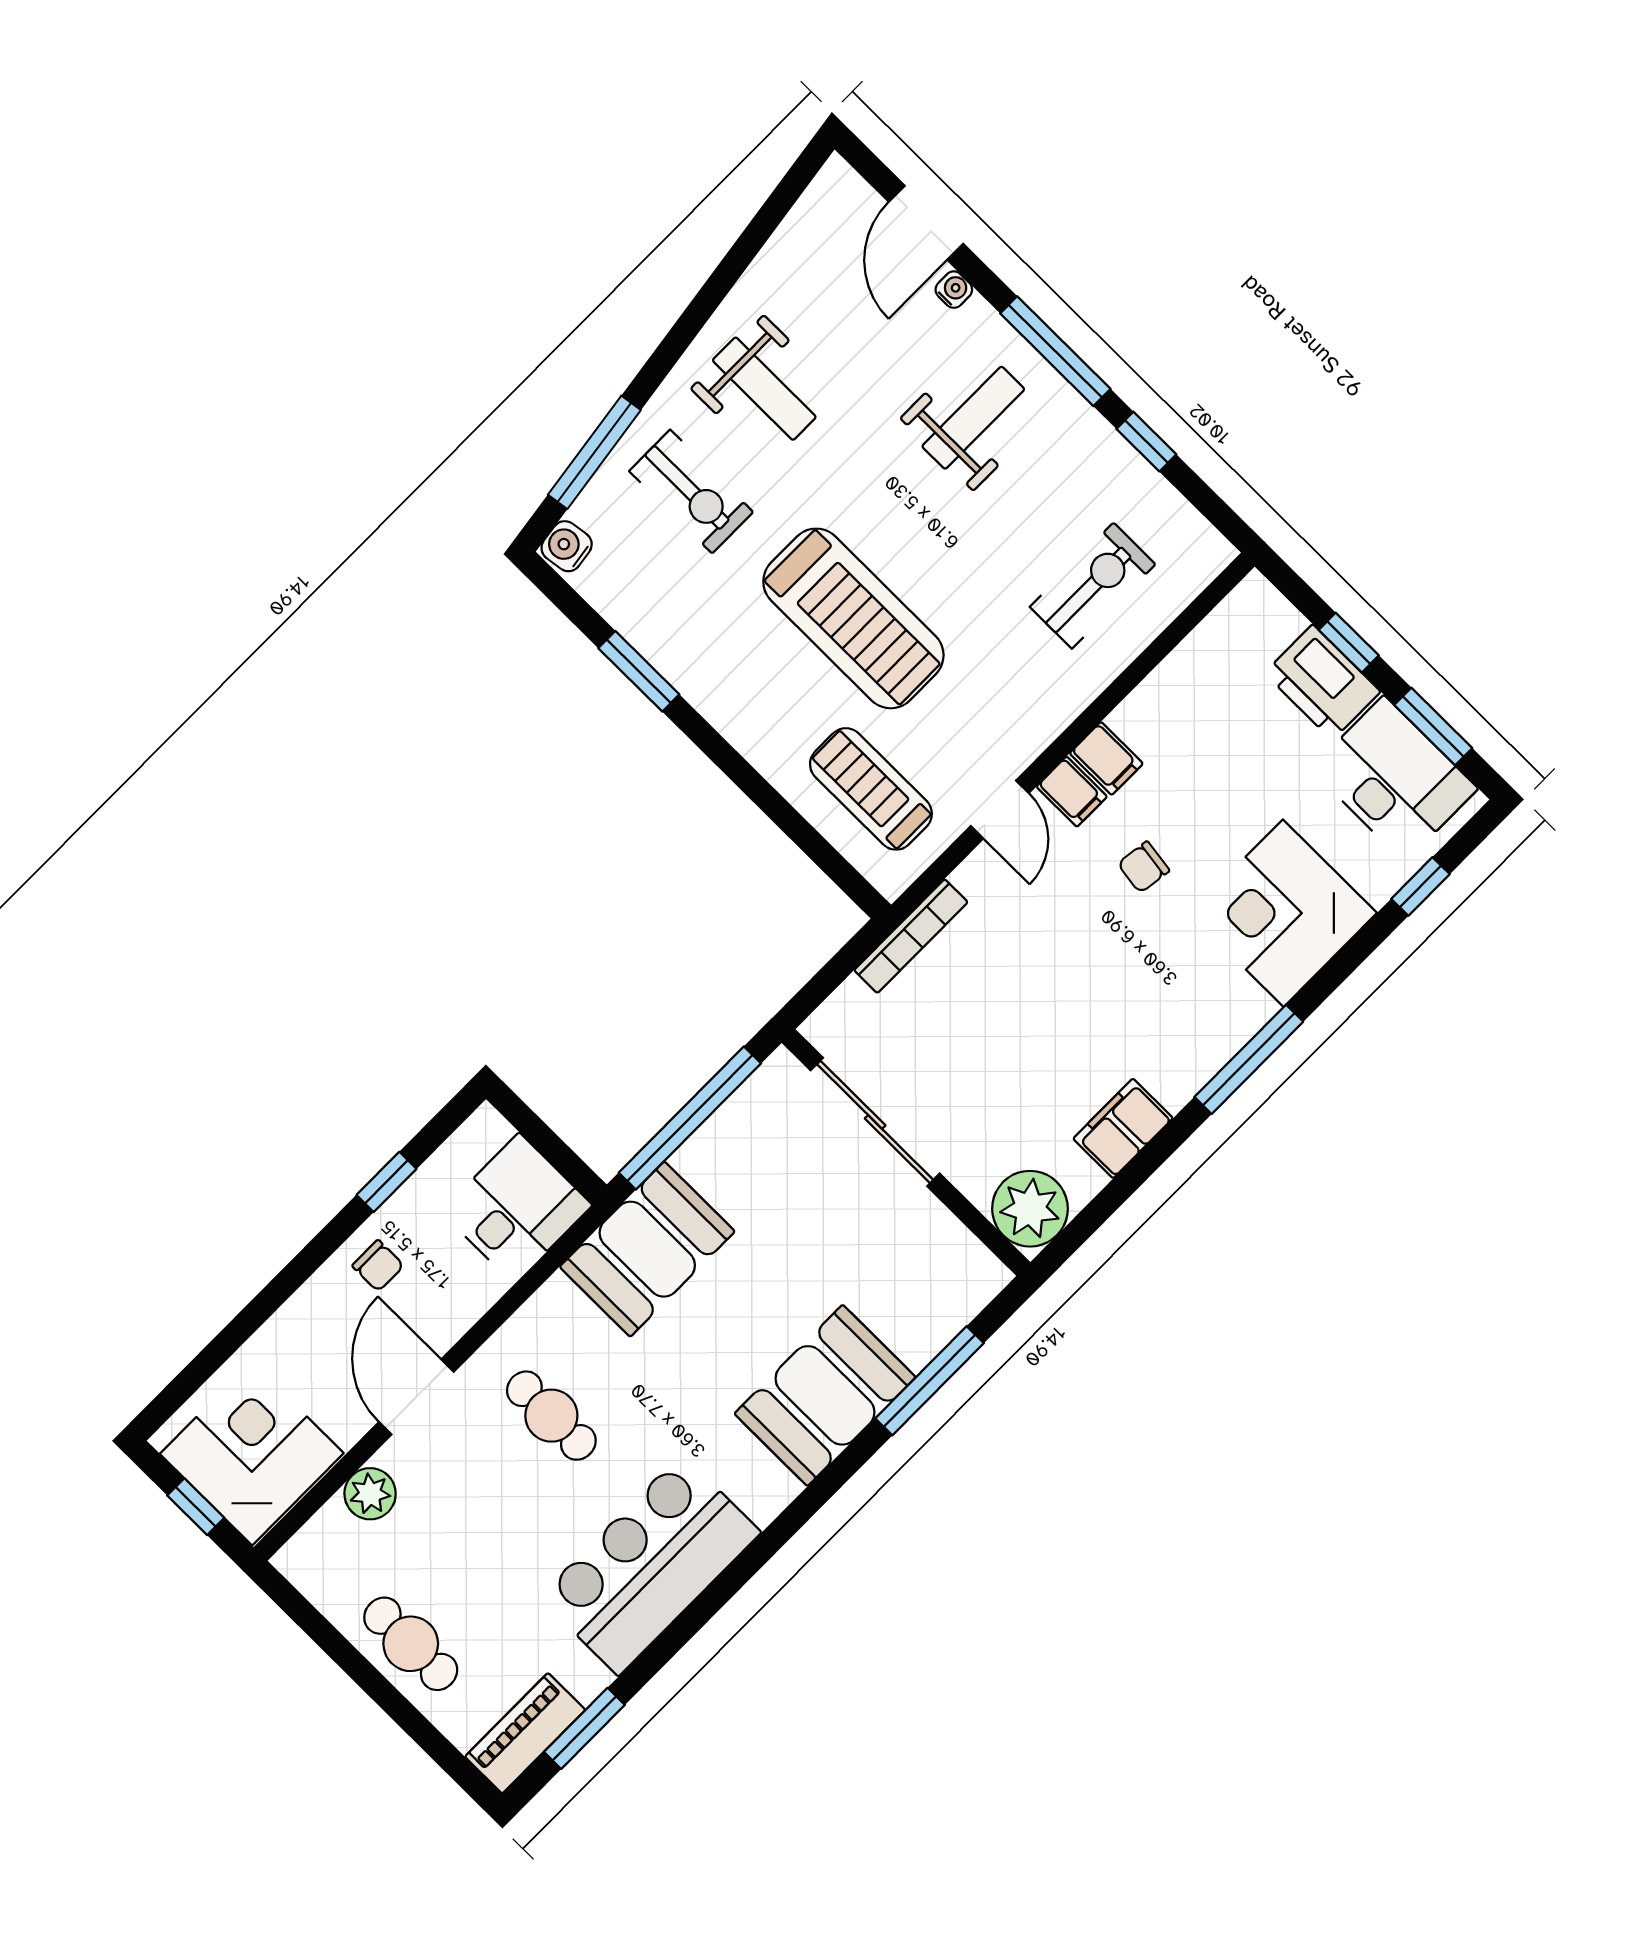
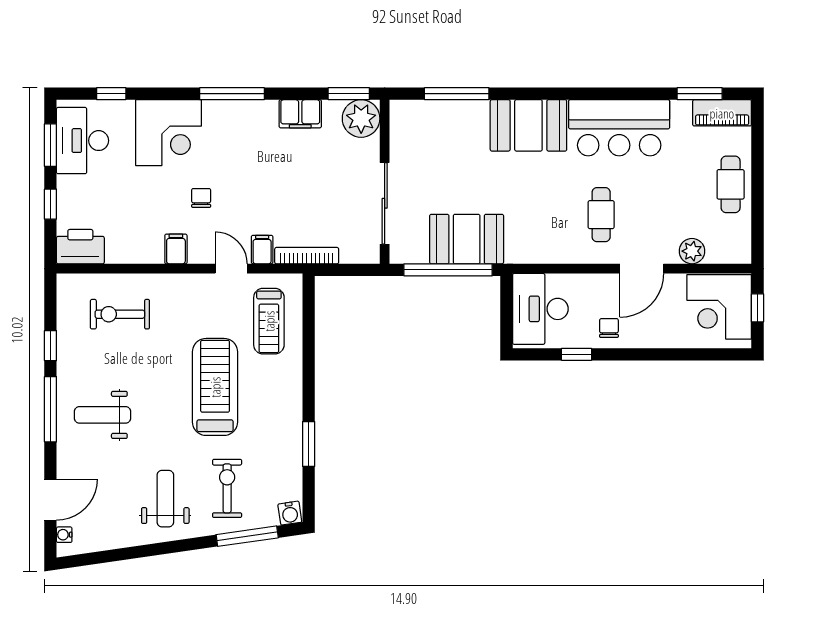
water cooler: (954, 290) -> (64, 535), moved
printer: (1322, 682) -> (80, 247), moved, turned -90
filing cabinet: (1072, 792) -> (262, 250), moved
door: (1000, 809) -> (231, 269), hinge flipped
chair: (1144, 867) -> (201, 198), turned -98
desk: (517, 1208) -> (540, 309), width x1.37
window: (1083, 1226) -> (349, 94), added
booth: (647, 1249) -> (467, 239), moved
booth: (825, 1395) -> (528, 125), moved

